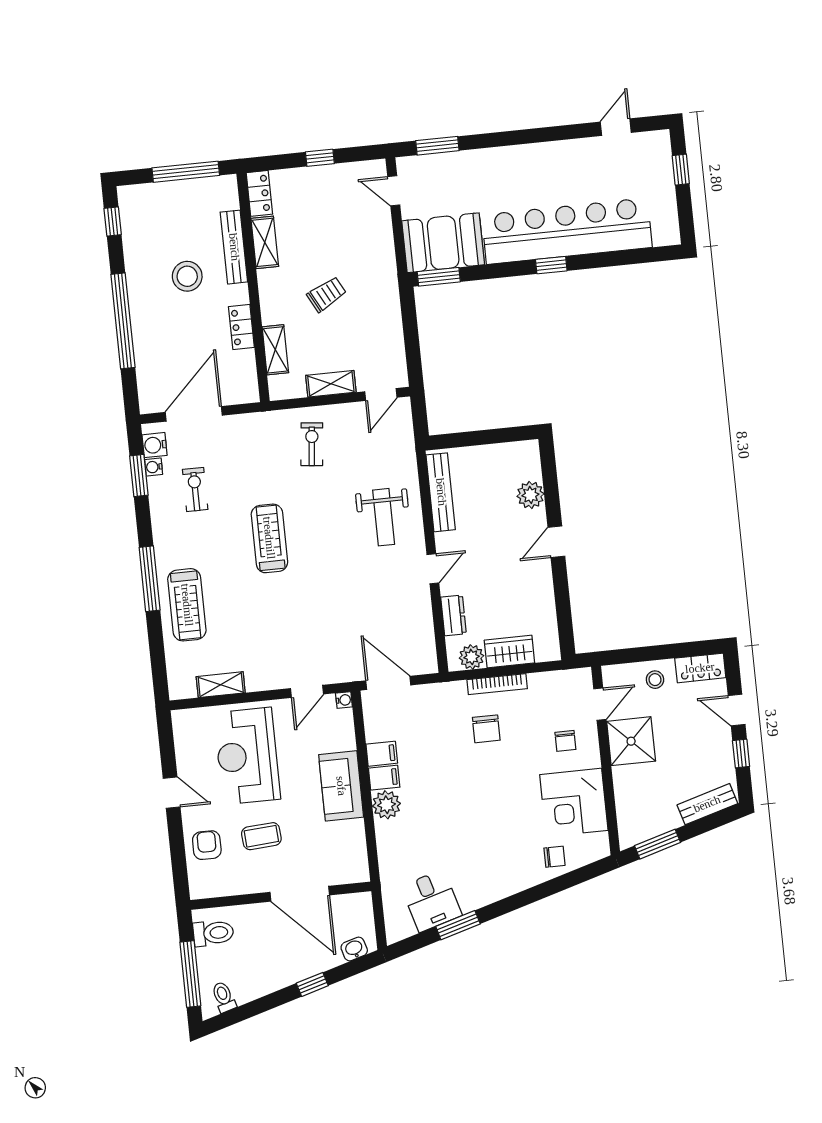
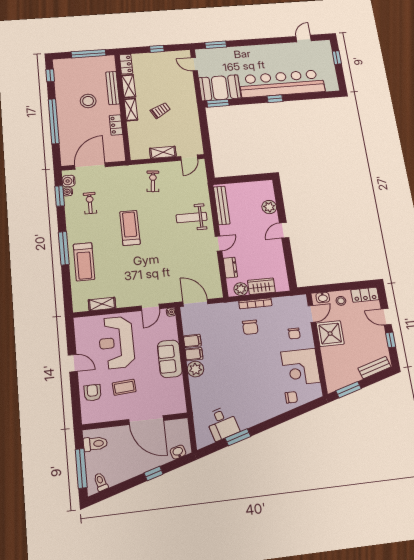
shelving: (275, 350) -> (131, 110), moved
weight bench: (384, 517) -> (192, 218), turned 90
washbasin: (622, 673) -> (323, 298), added

